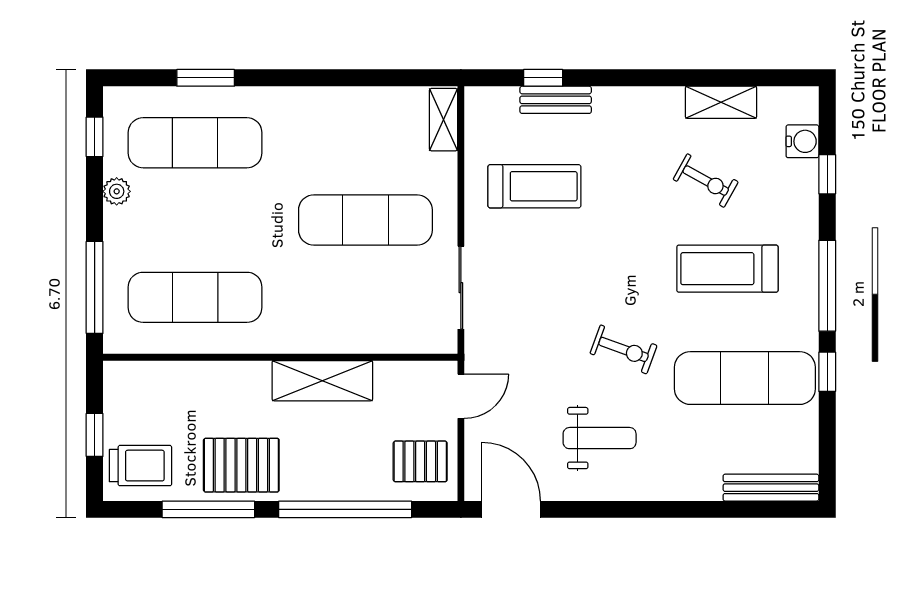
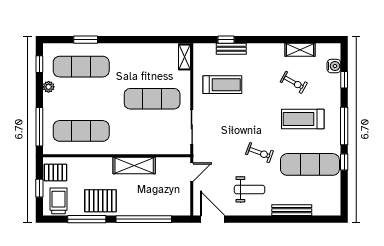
pallet: (420, 461) -> (55, 173), moved
trolley: (140, 466) -> (59, 201), turned -90
bench: (771, 488) -> (292, 210), moved

